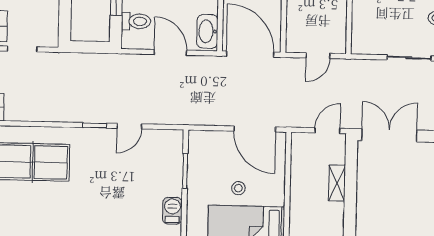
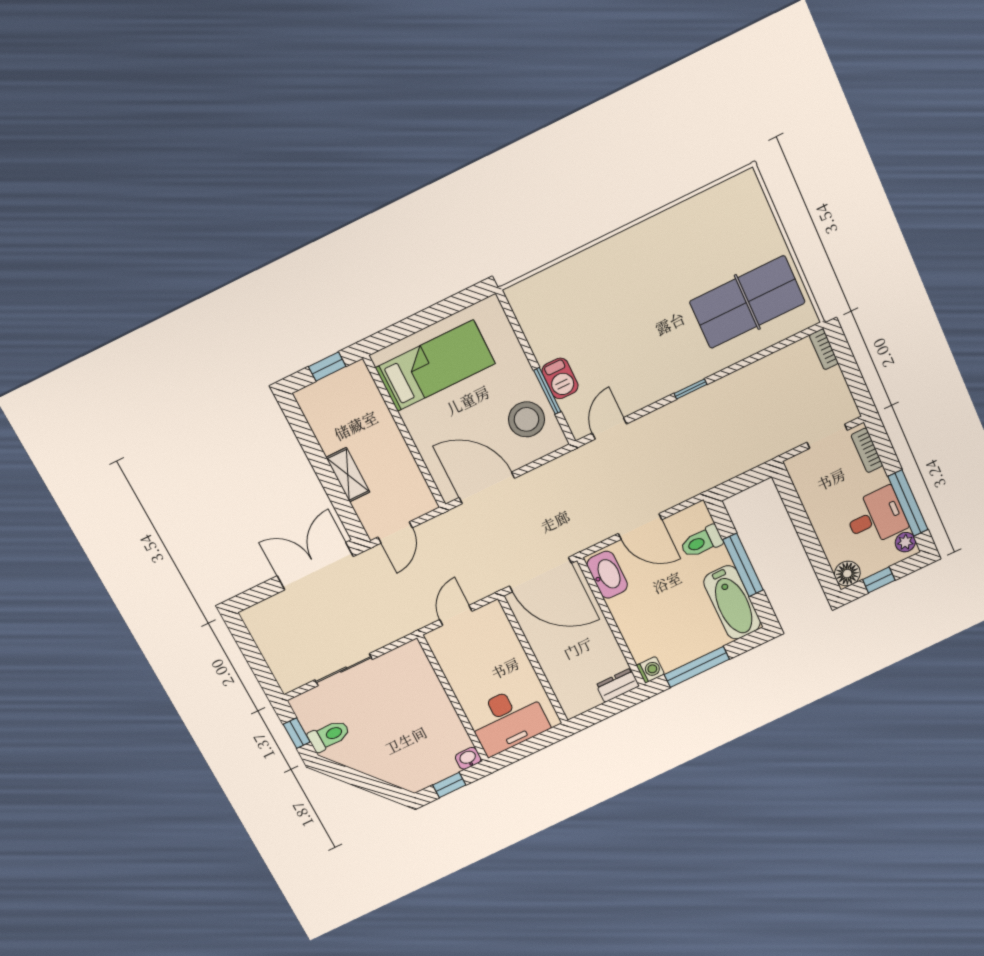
door: (129, 126) -> (609, 428), moved
double door: (389, 135) -> (315, 566), swing flipped
stool: (238, 188) -> (526, 419), moved, width x1.89, depth x1.89
barbecue: (172, 211) -> (560, 378), moved

